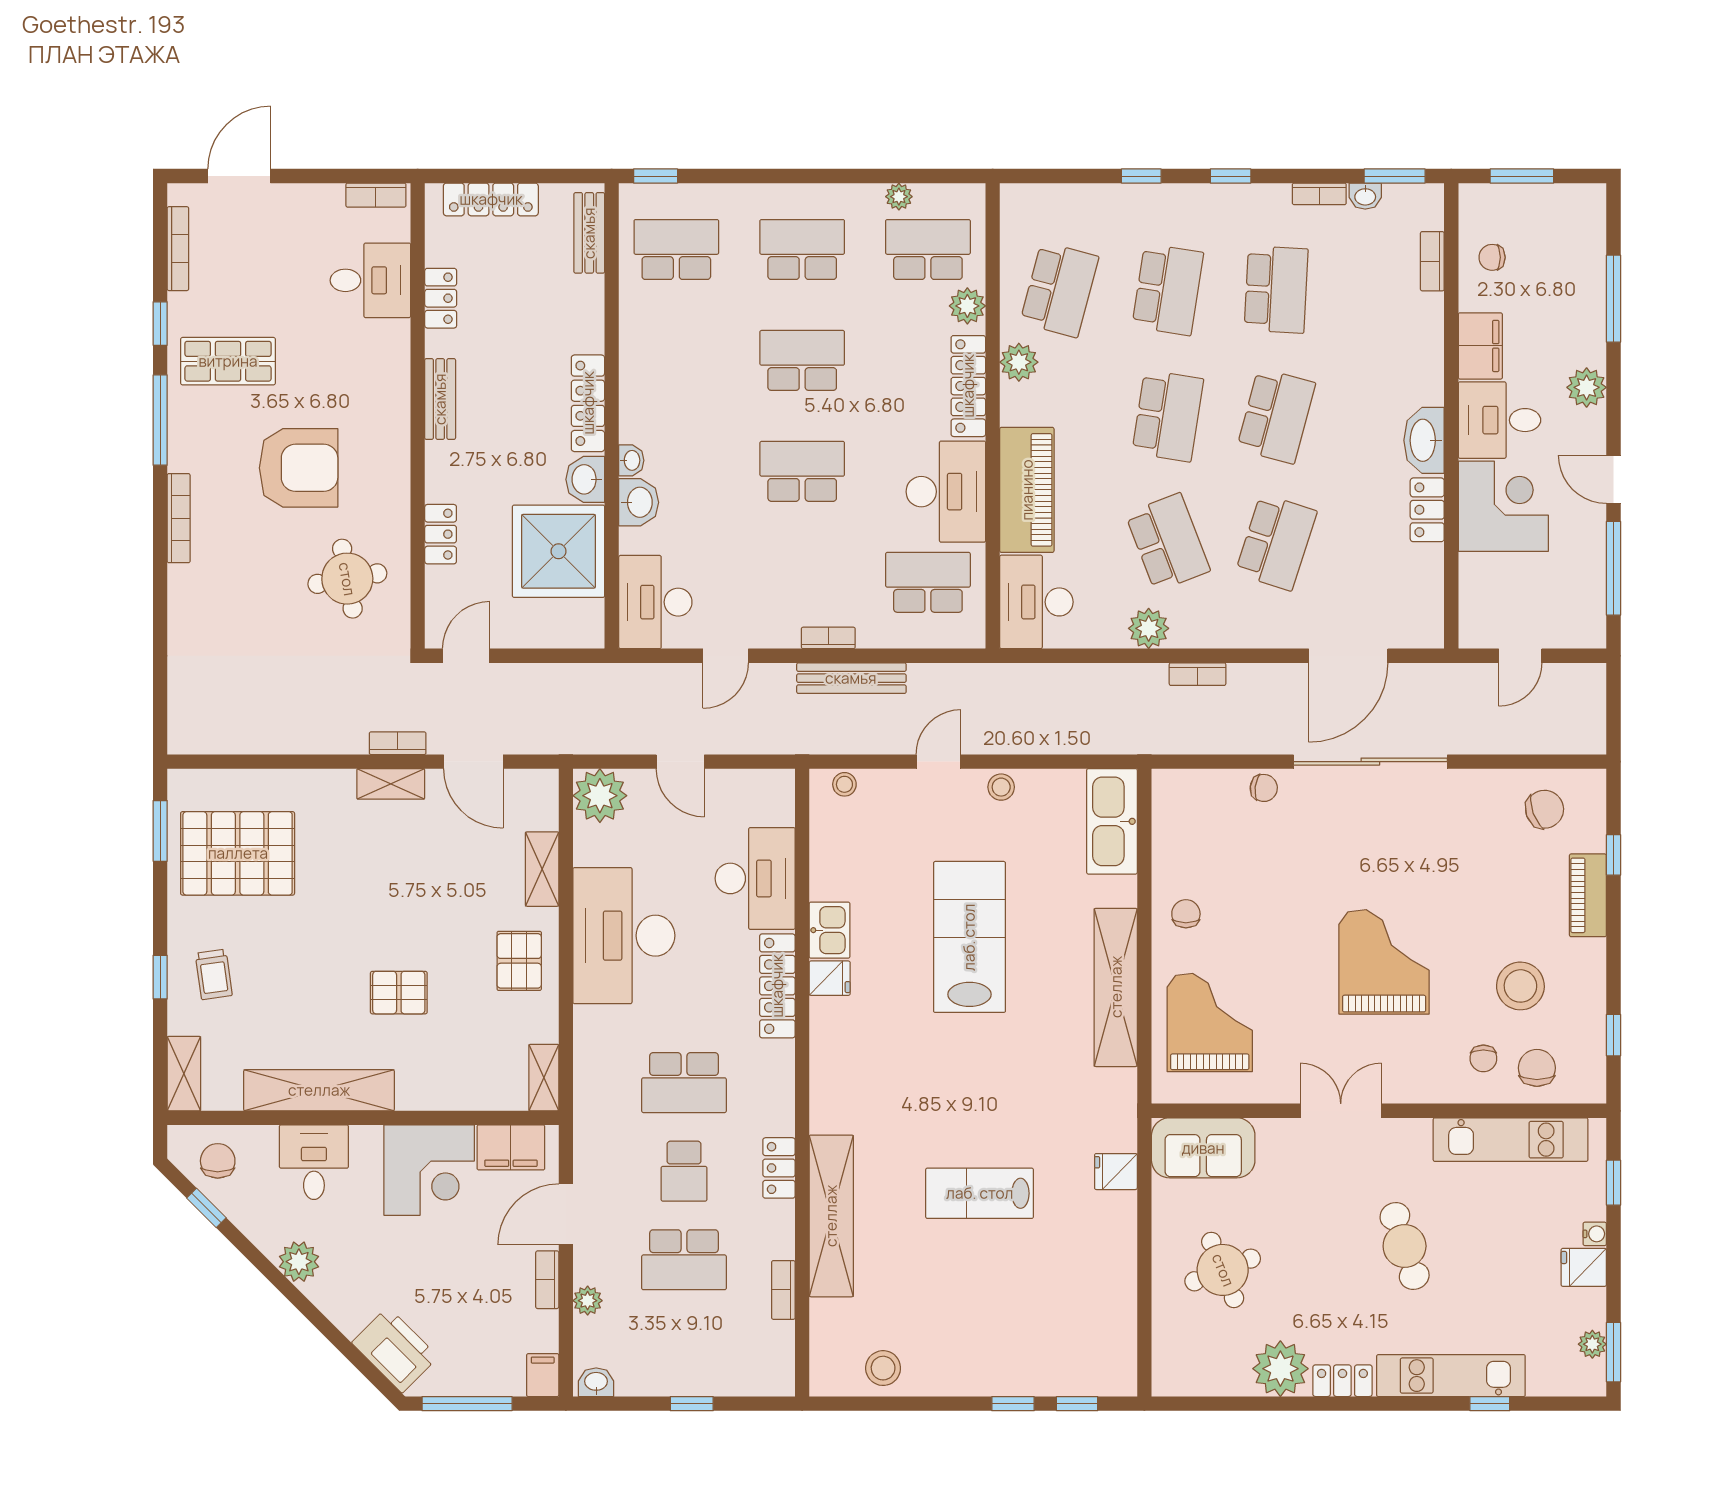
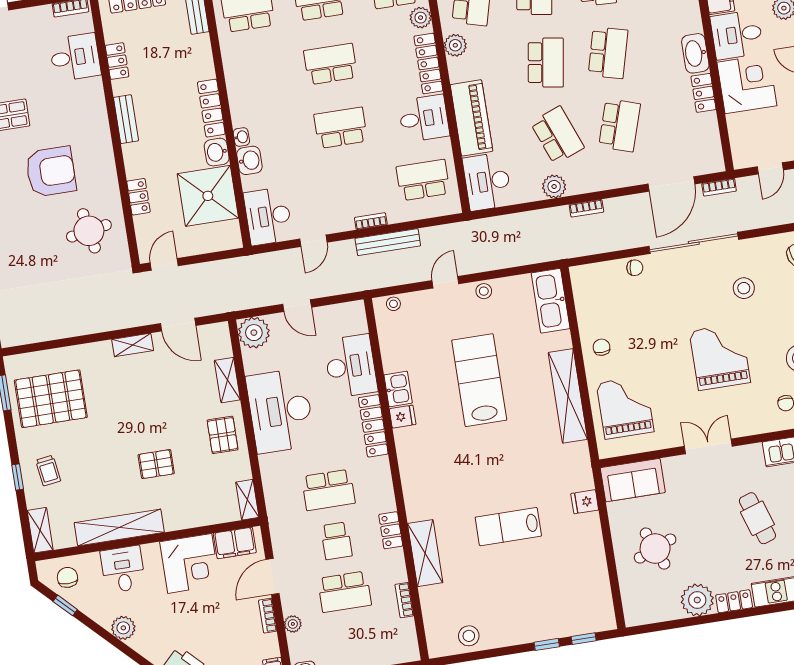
desk: (946, 492) -> (424, 118), width x0.73
bookcase: (398, 743) -> (719, 187), moved, turned 180
stool: (1443, 852) -> (744, 288), added
shelving: (831, 1216) -> (425, 553), width x0.68

